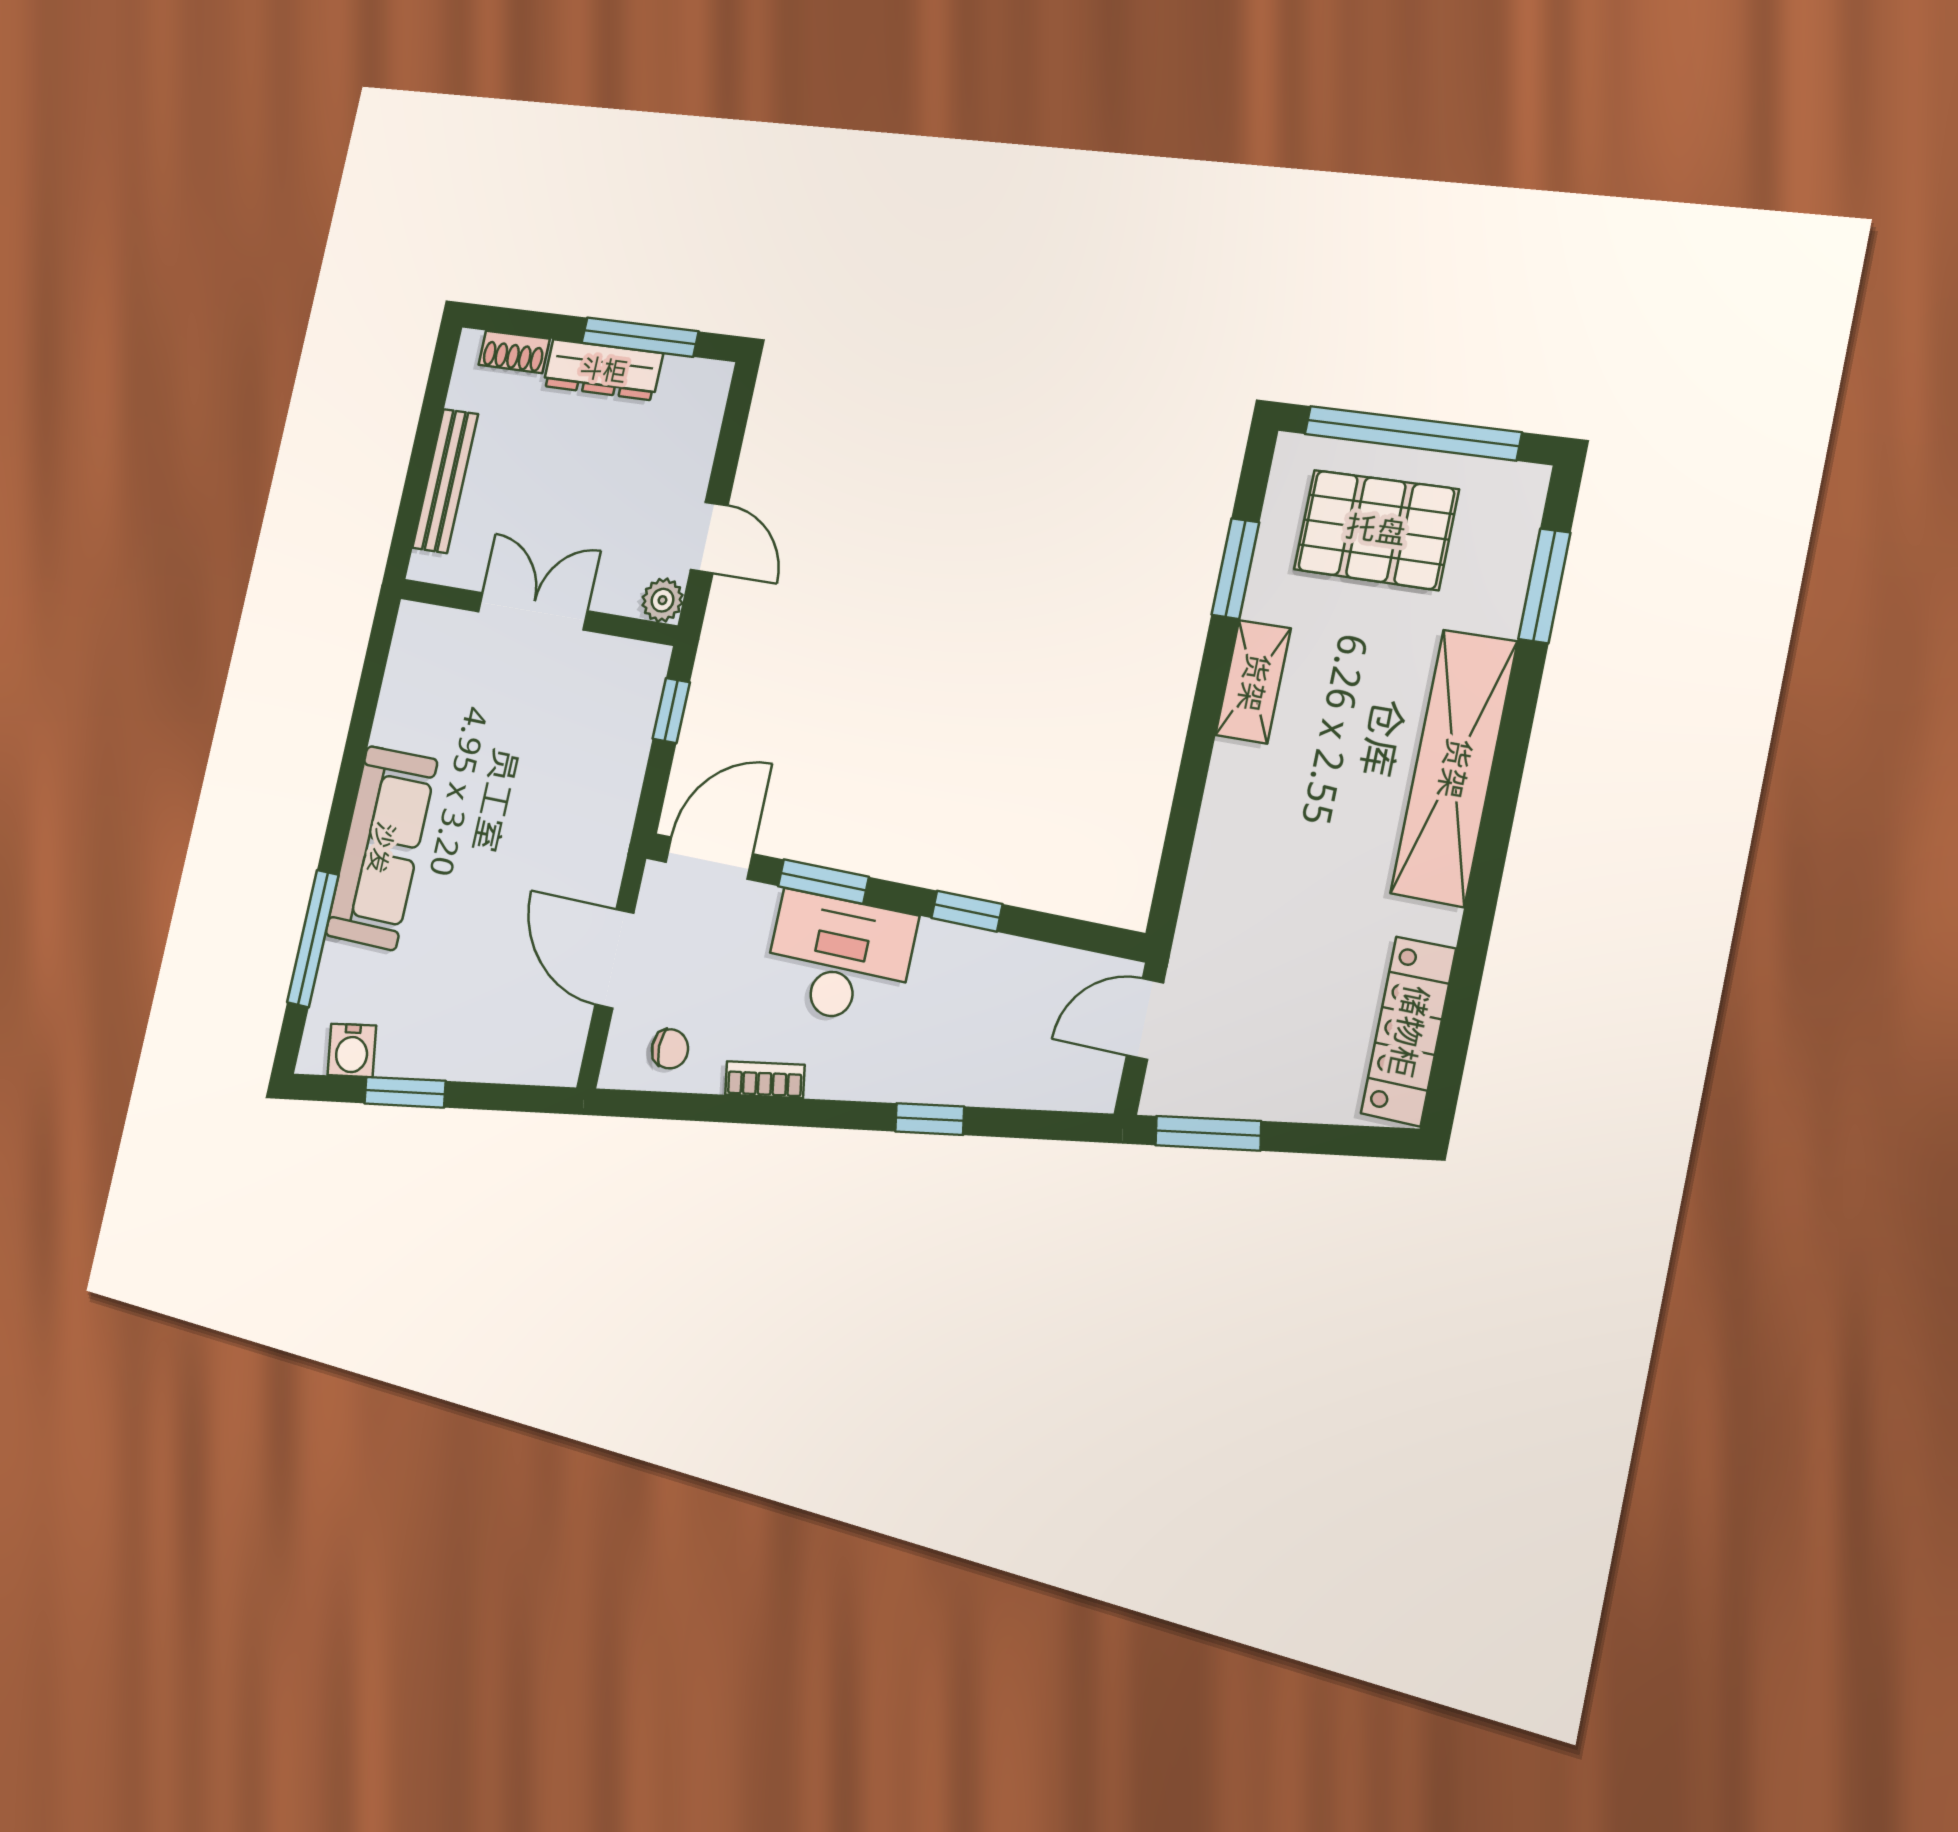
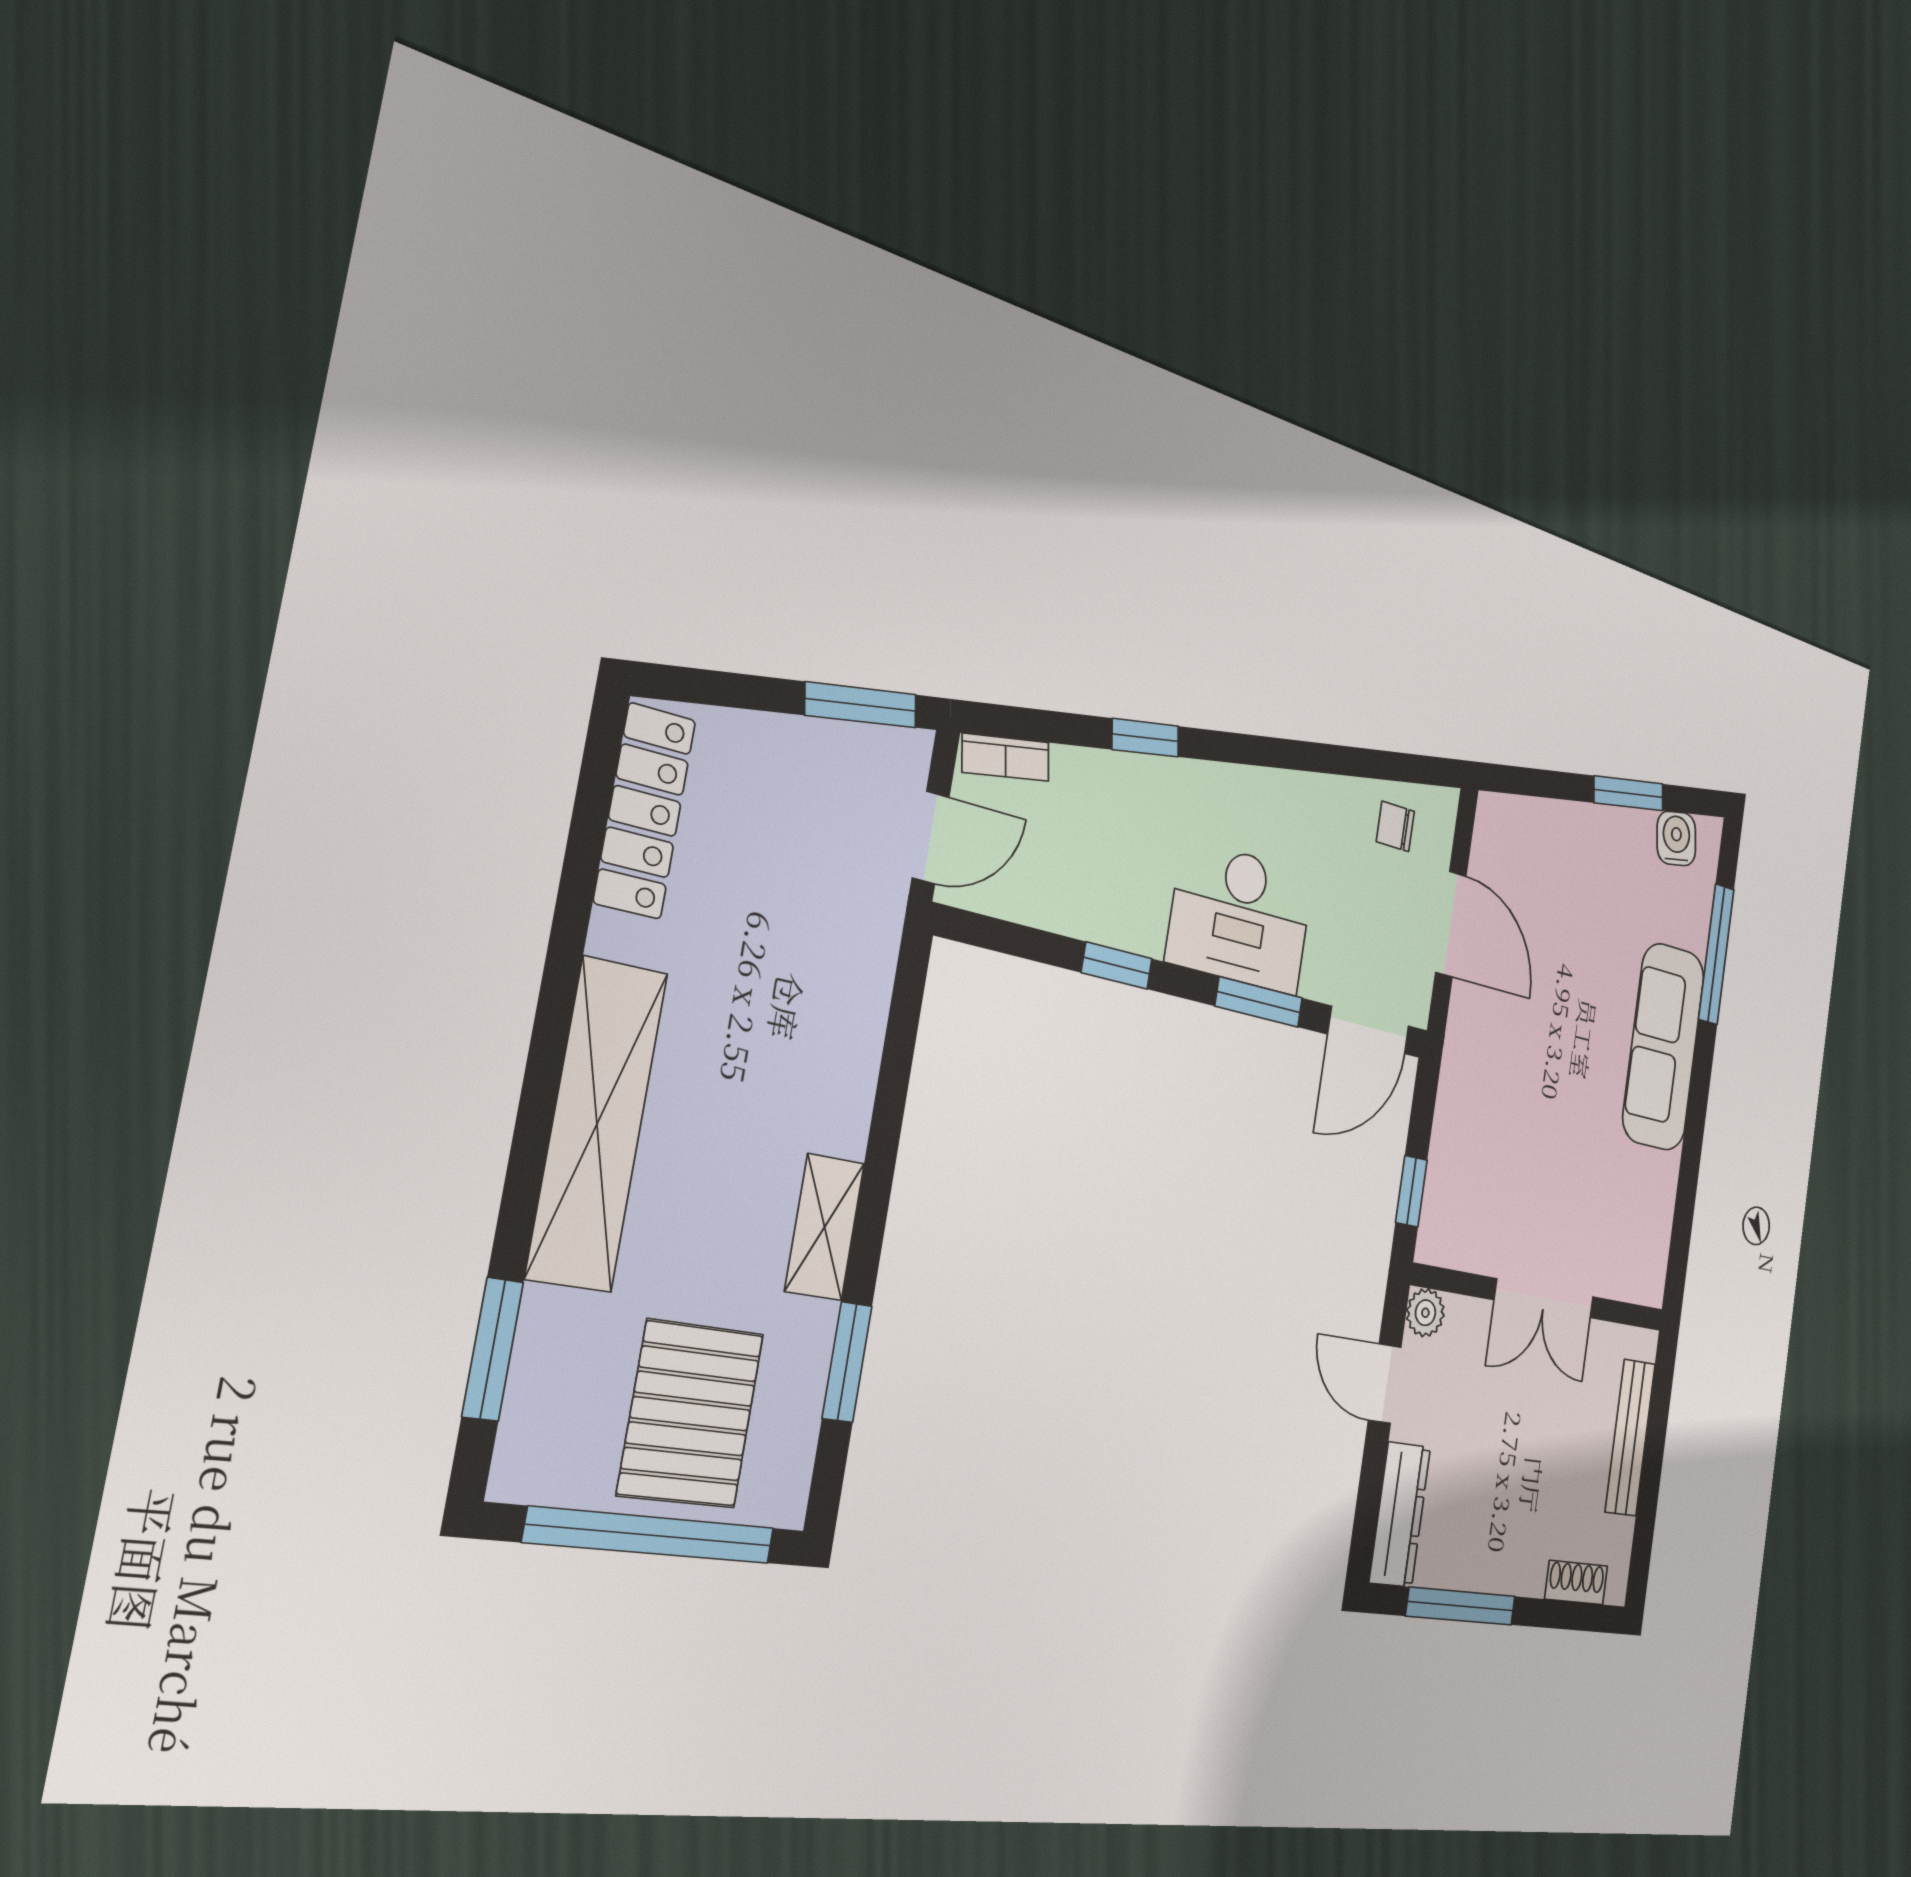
dresser: (603, 370) -> (1400, 1515), moved, turned 90
pallet: (1376, 530) -> (691, 1414), turned 90
bookcase: (765, 1080) -> (1006, 757), moved

